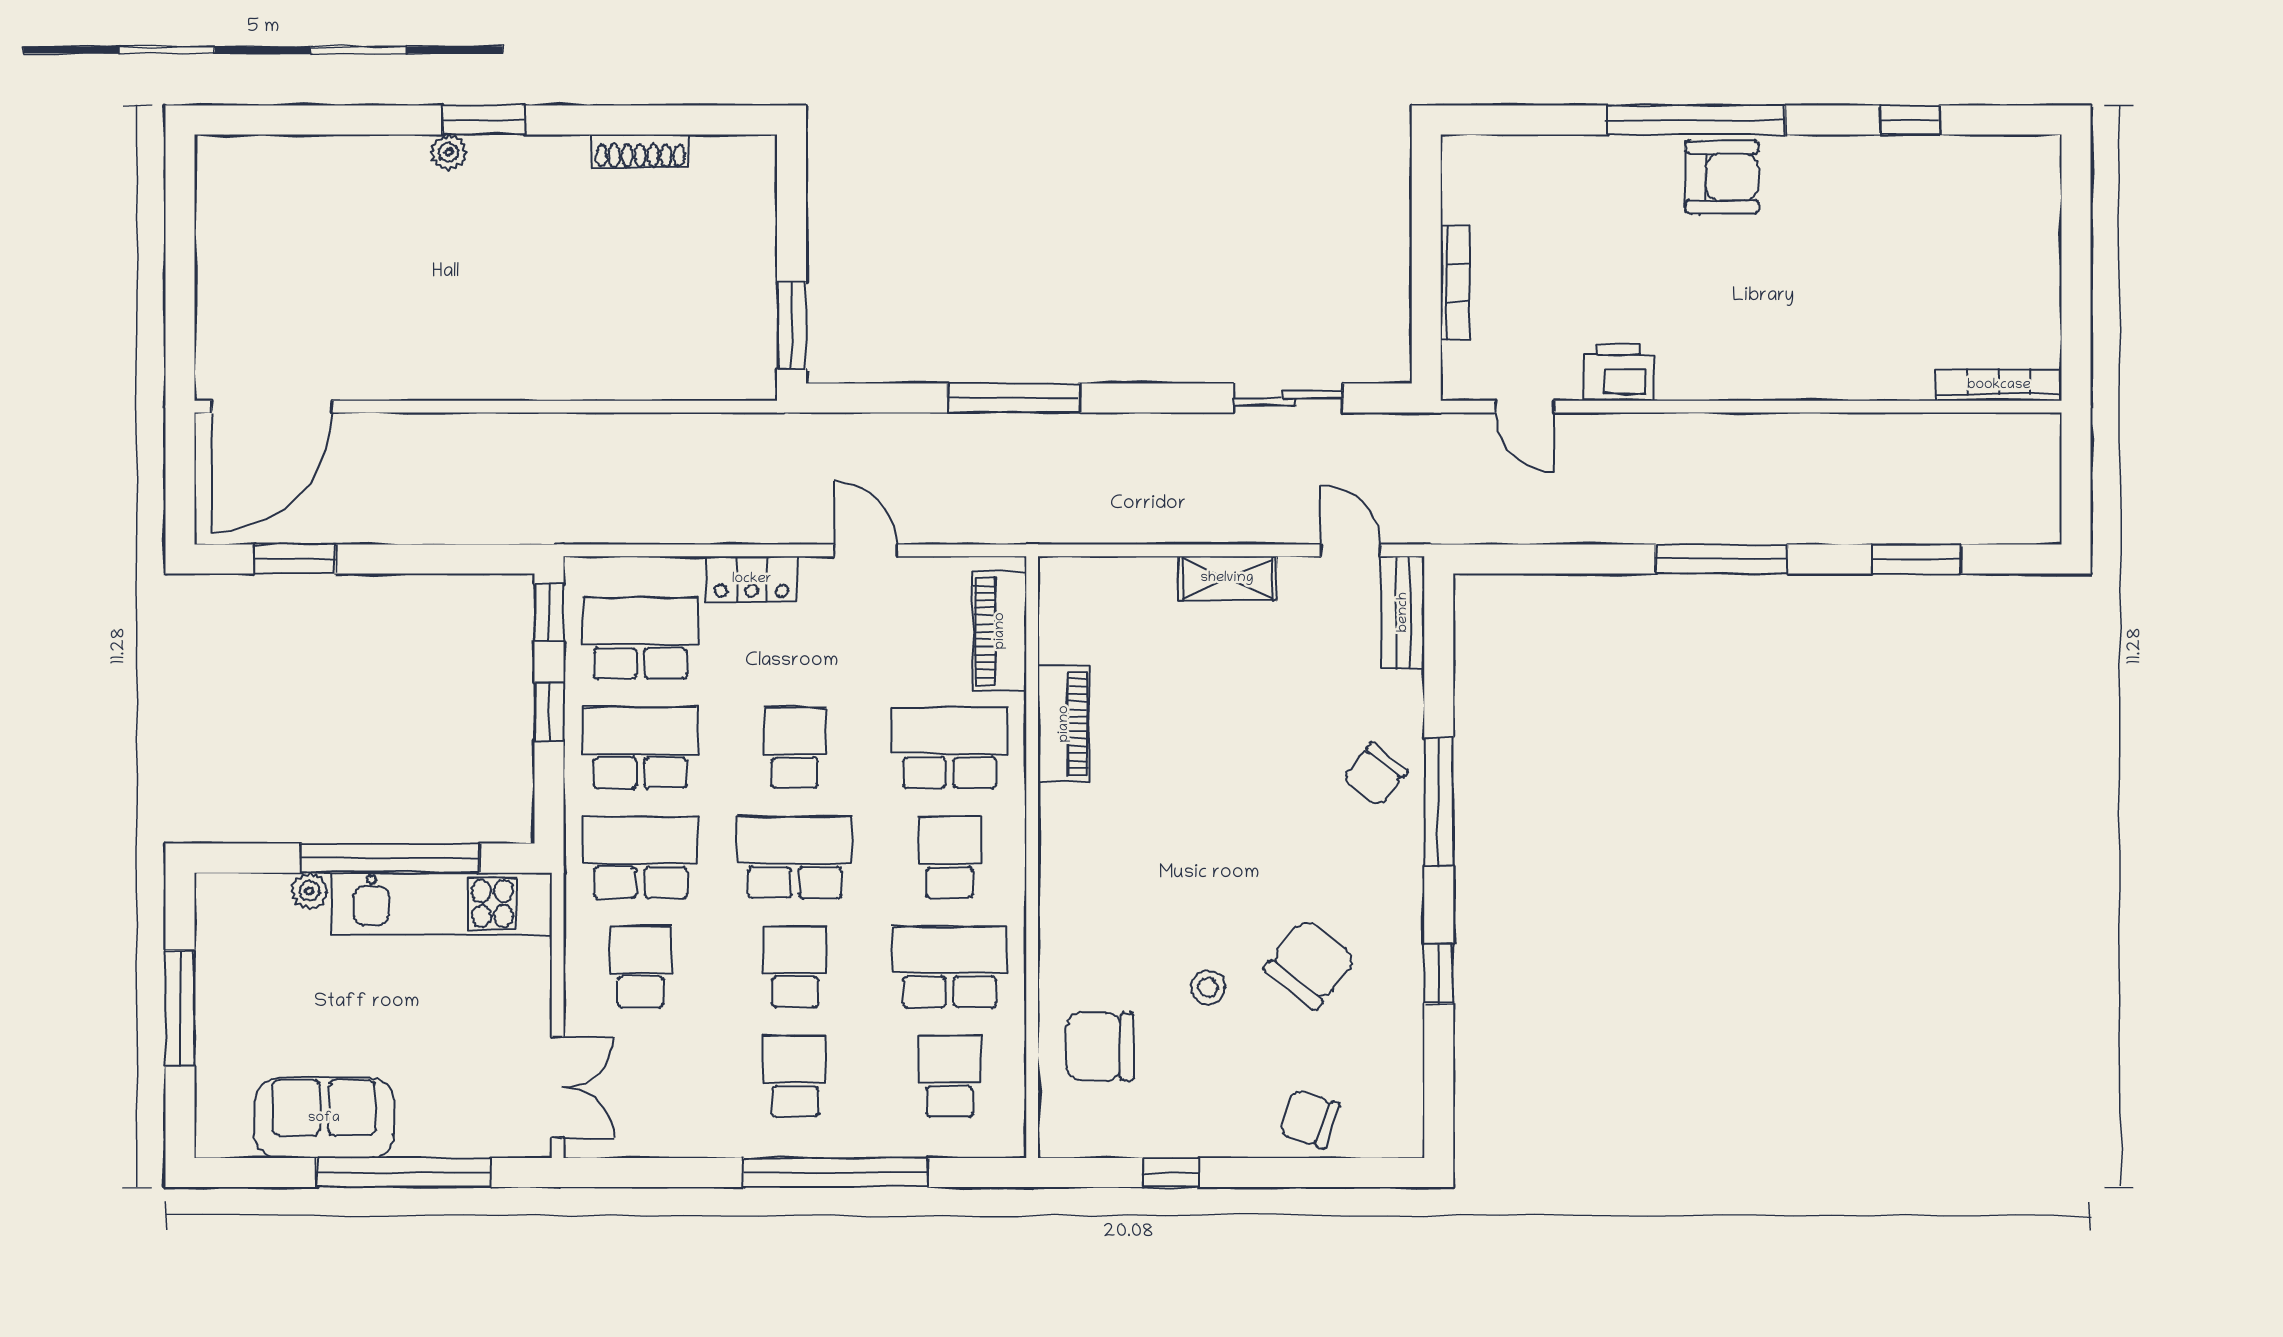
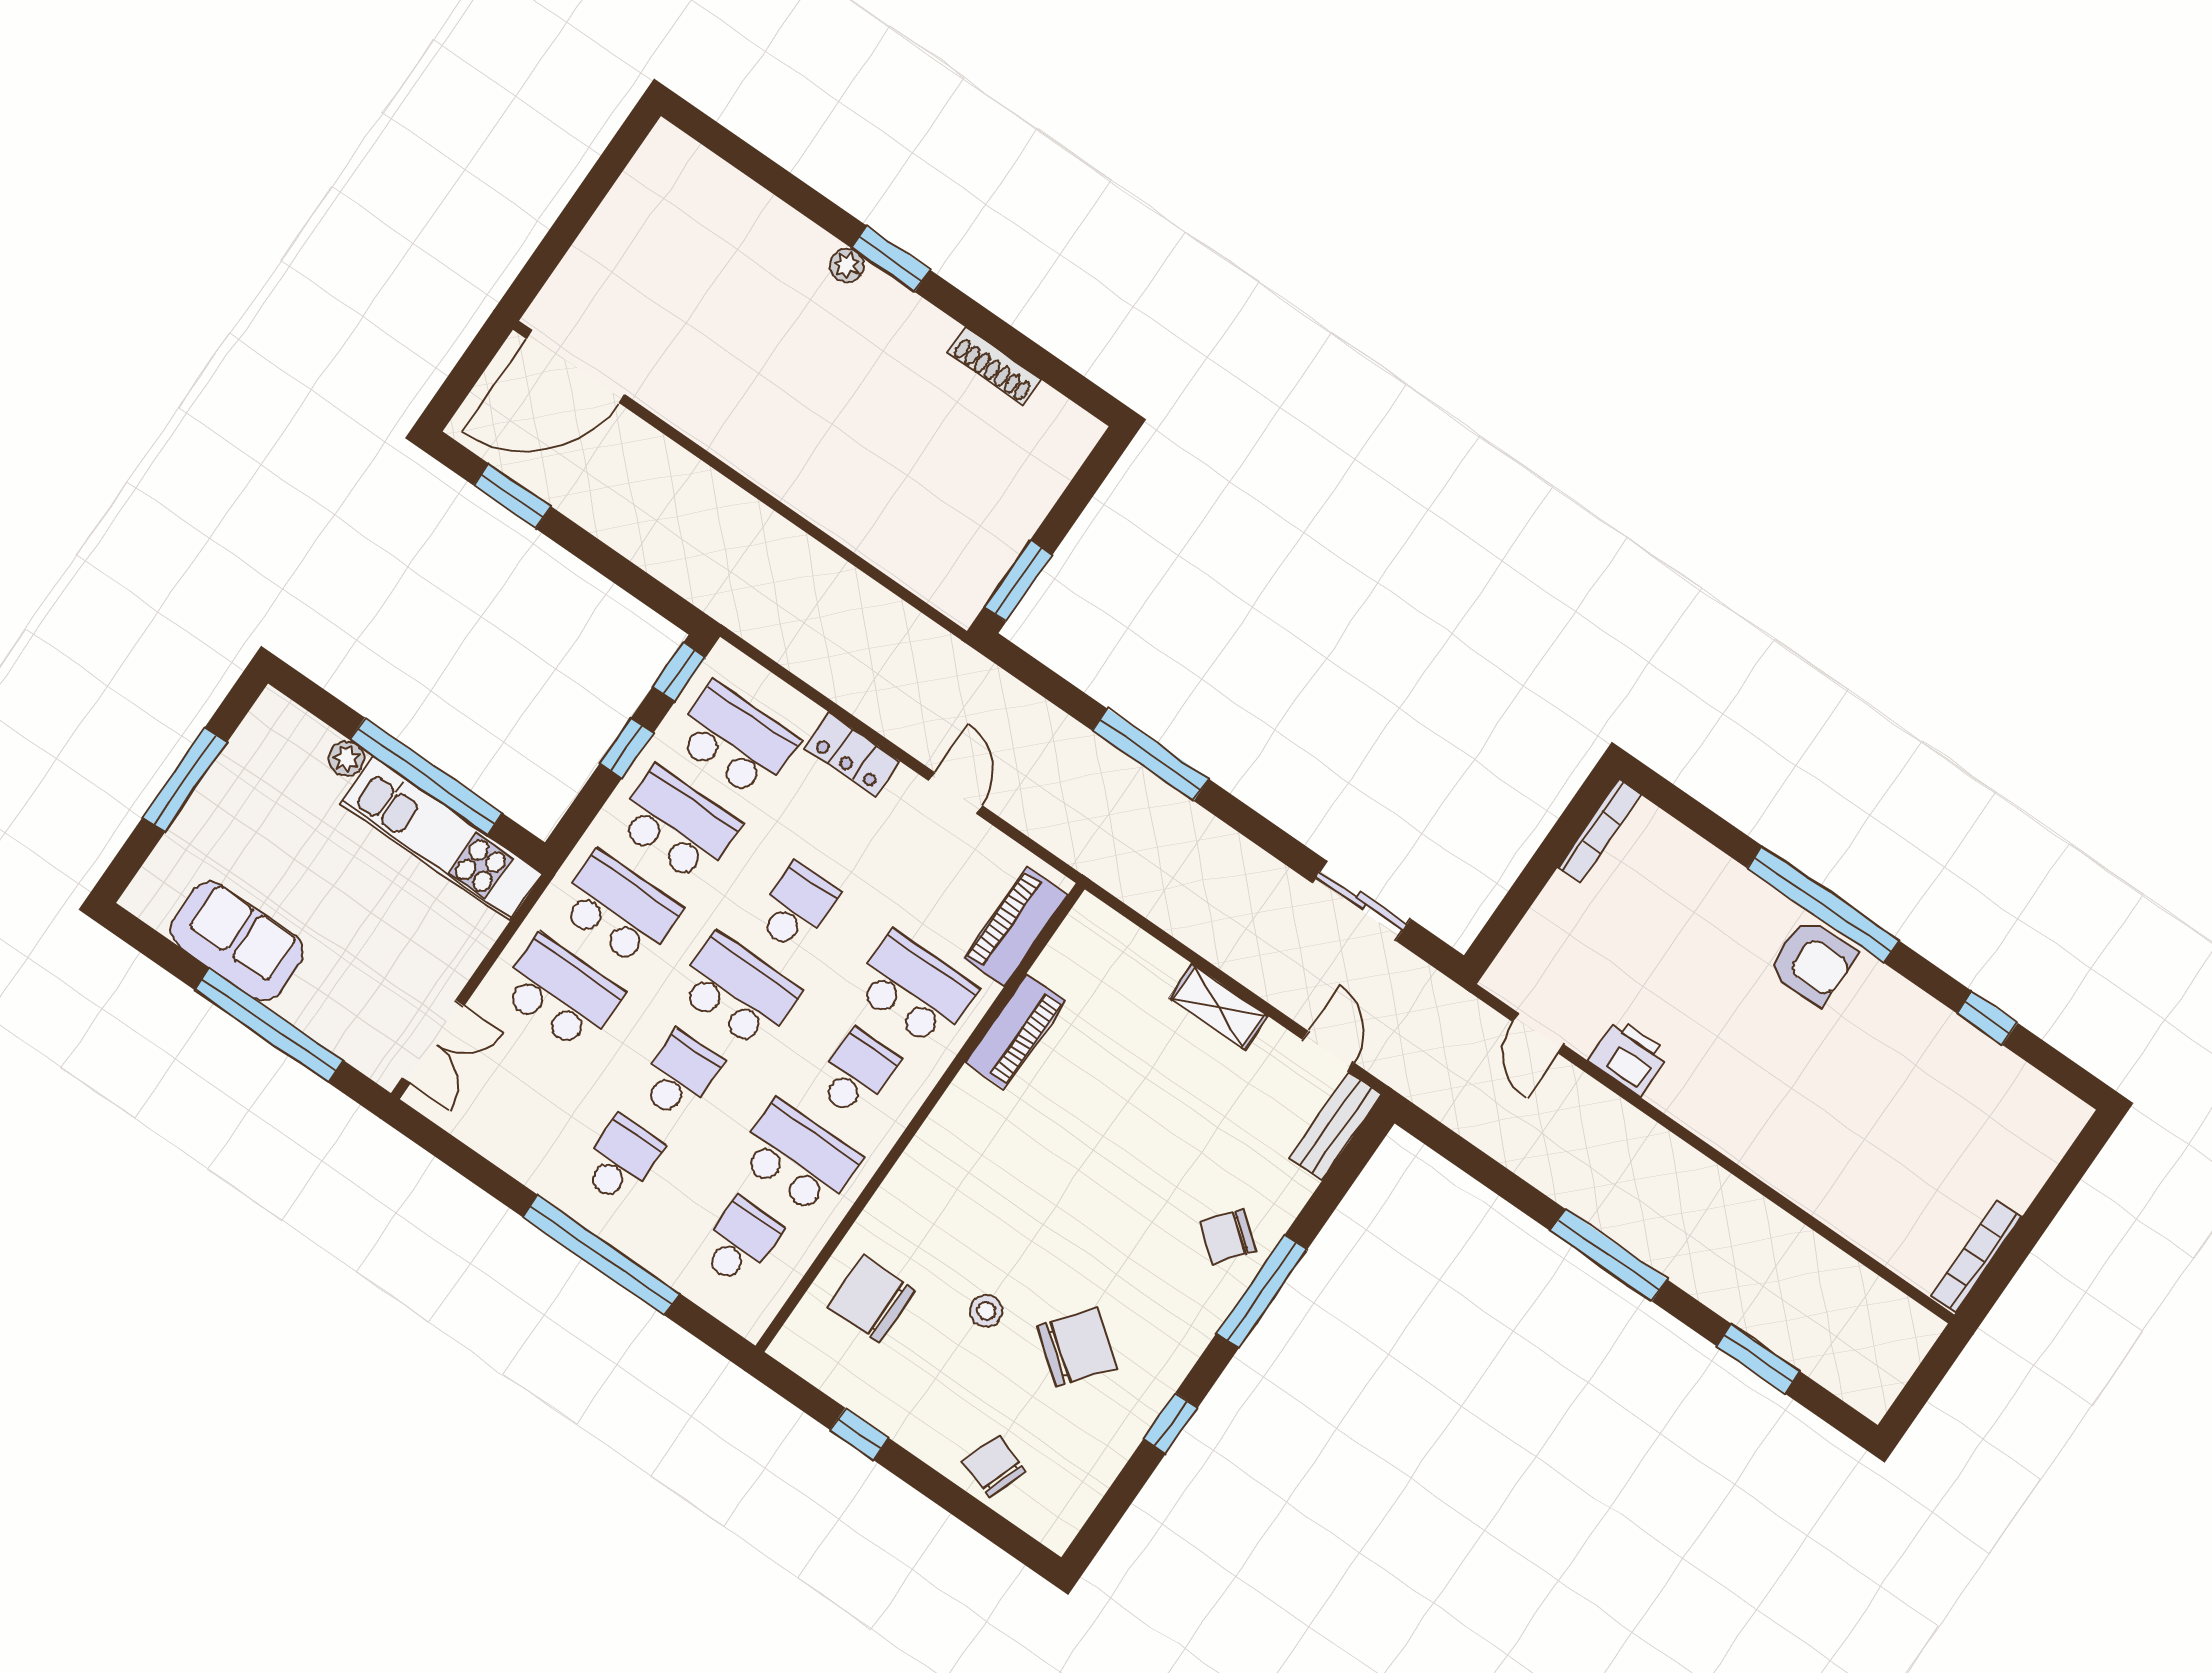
bookcase: (1455, 282) -> (1599, 831), moved
bookcase: (1999, 385) -> (1976, 1256), moved, turned -90
school desk: (640, 967) -> (561, 993), width x1.85

